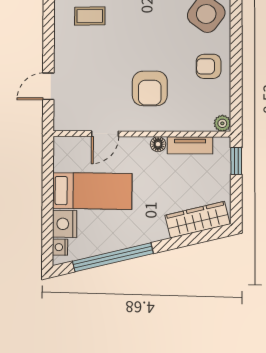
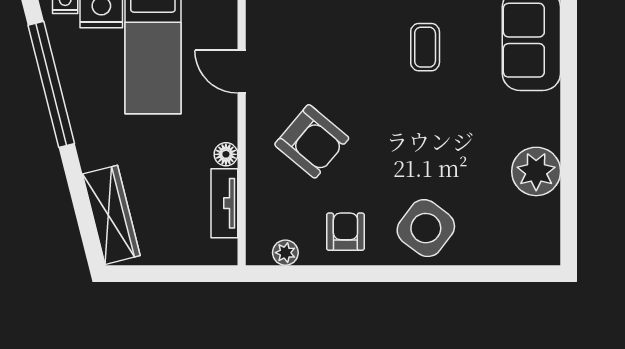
armchair: (150, 88) -> (312, 141), turned -140
plant: (222, 123) -> (285, 253), moved
window: (236, 161) -> (201, 274), removed

